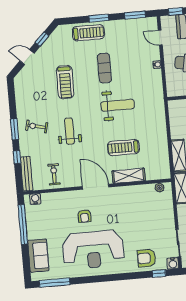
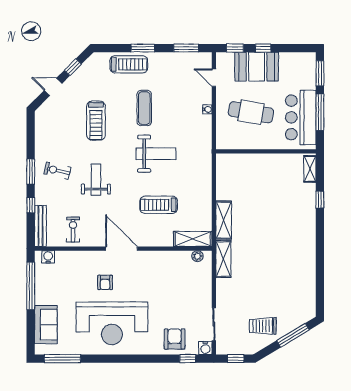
shelving: (129, 176) -> (193, 239), moved
armchair: (146, 258) -> (175, 339), turned 90

